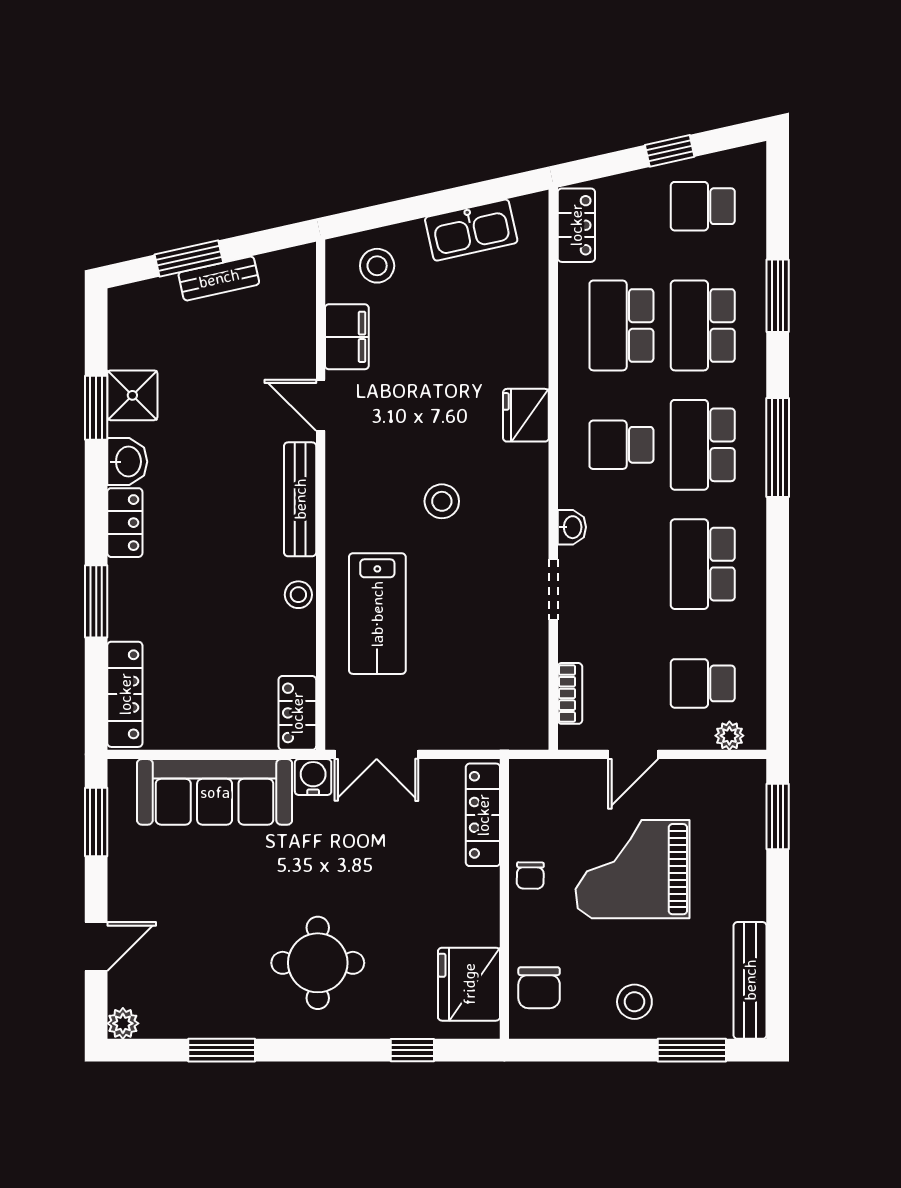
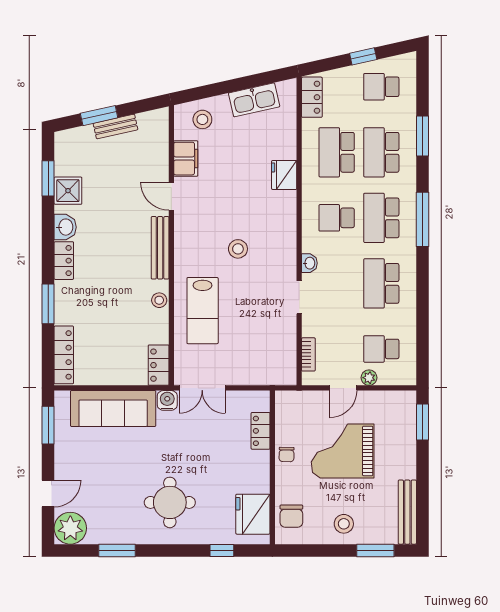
window: (96, 408) -> (48, 178), moved
fridge: (526, 415) -> (284, 175), moved
plant: (729, 736) -> (369, 378), moved
locker: (483, 815) -> (261, 431), width x0.66
plant: (123, 1023) -> (70, 528), width x1.87, depth x1.87

